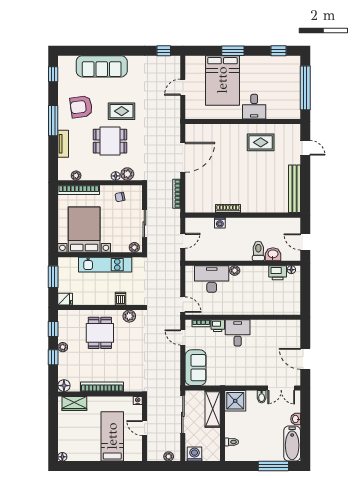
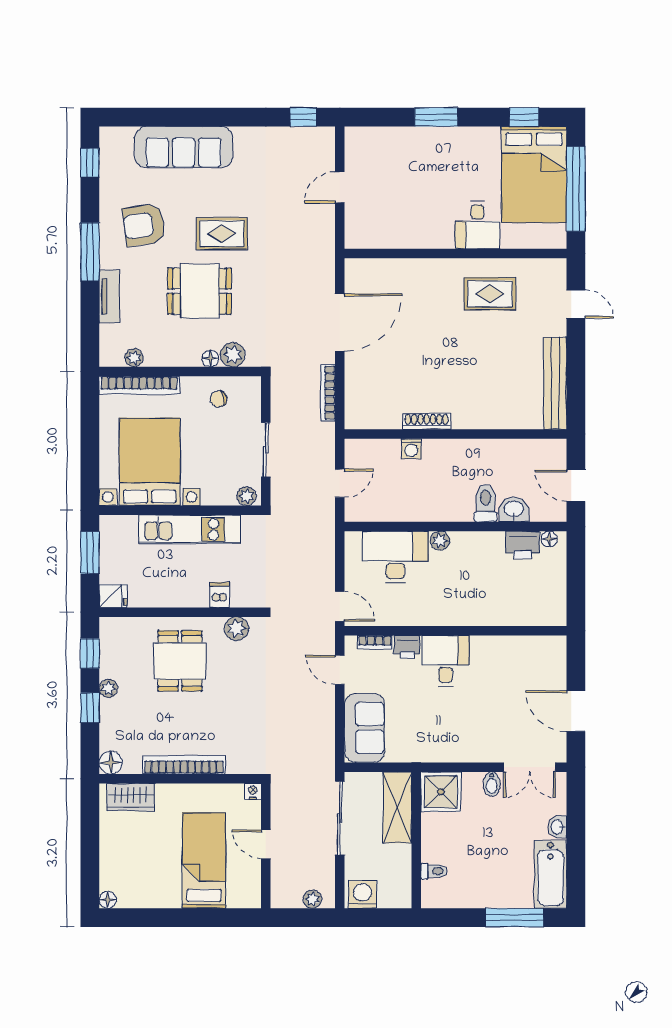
bed: (222, 80) -> (534, 174), moved

